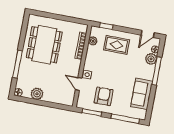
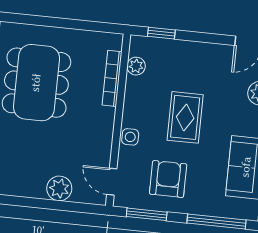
rug: (117, 45) -> (185, 117), moved, turned 90
door: (79, 84) -> (112, 182), moved
plant: (37, 94) -> (59, 188), moved

